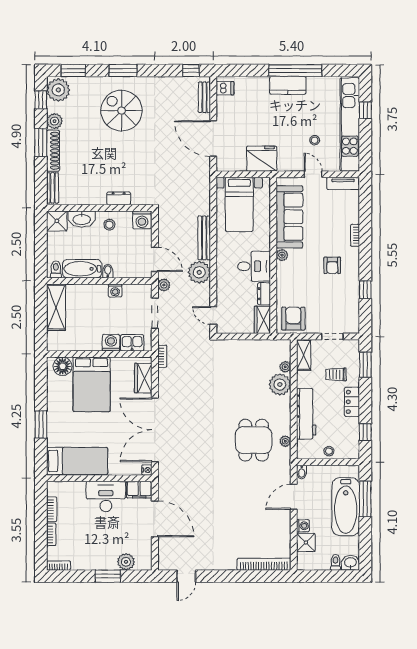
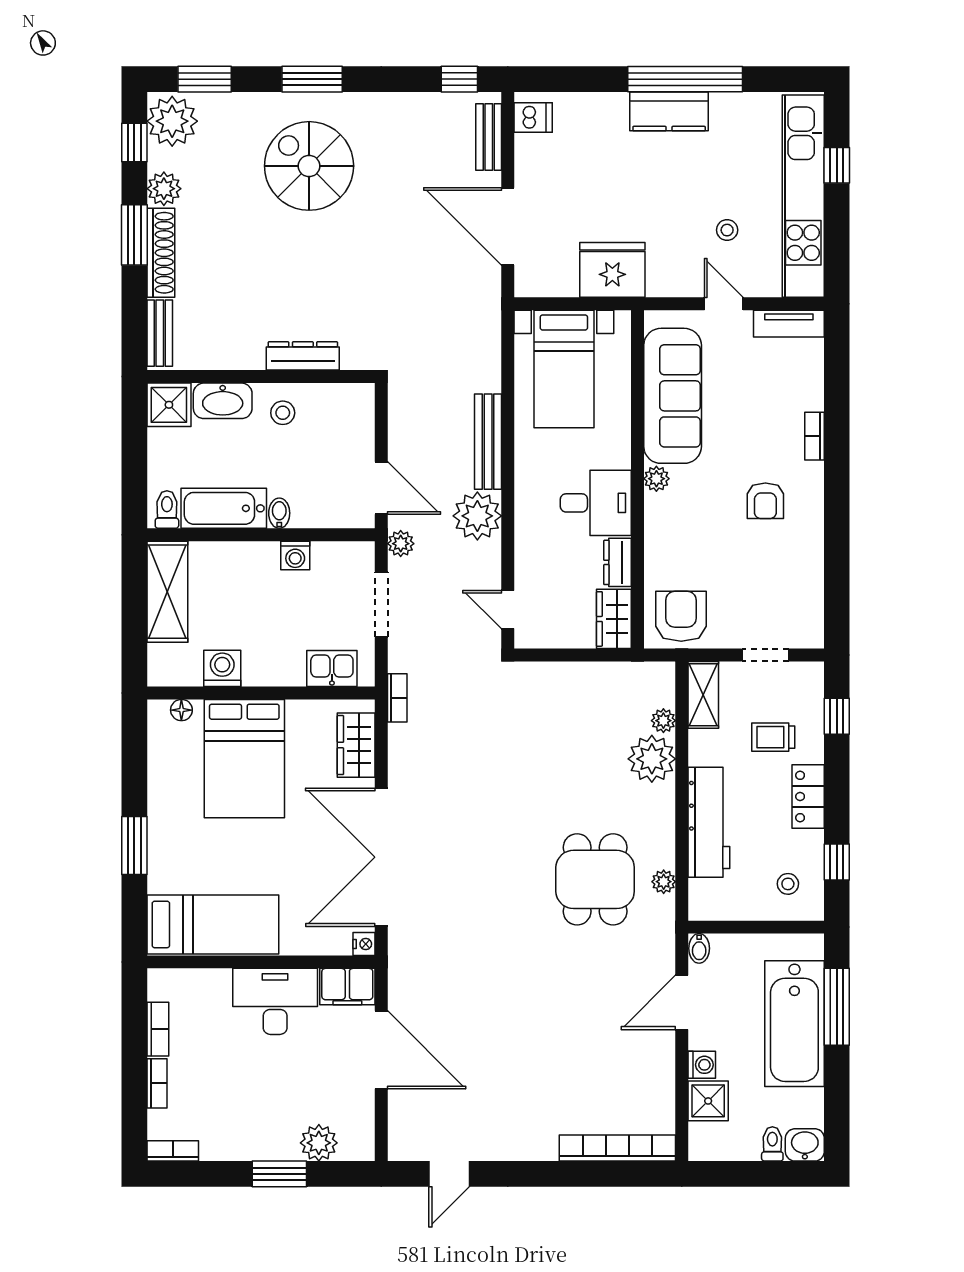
dresser: (119, 198) -> (303, 356), width x1.44
washing machine: (142, 220) -> (353, 403), removed
window: (365, 290) -> (837, 554), removed
washing machine: (111, 343) -> (222, 668), moved
window: (365, 365) -> (837, 716), width x0.67
floor lamp: (63, 366) -> (181, 710), width x0.53, depth x0.53
stool: (329, 451) -> (788, 884), moved

